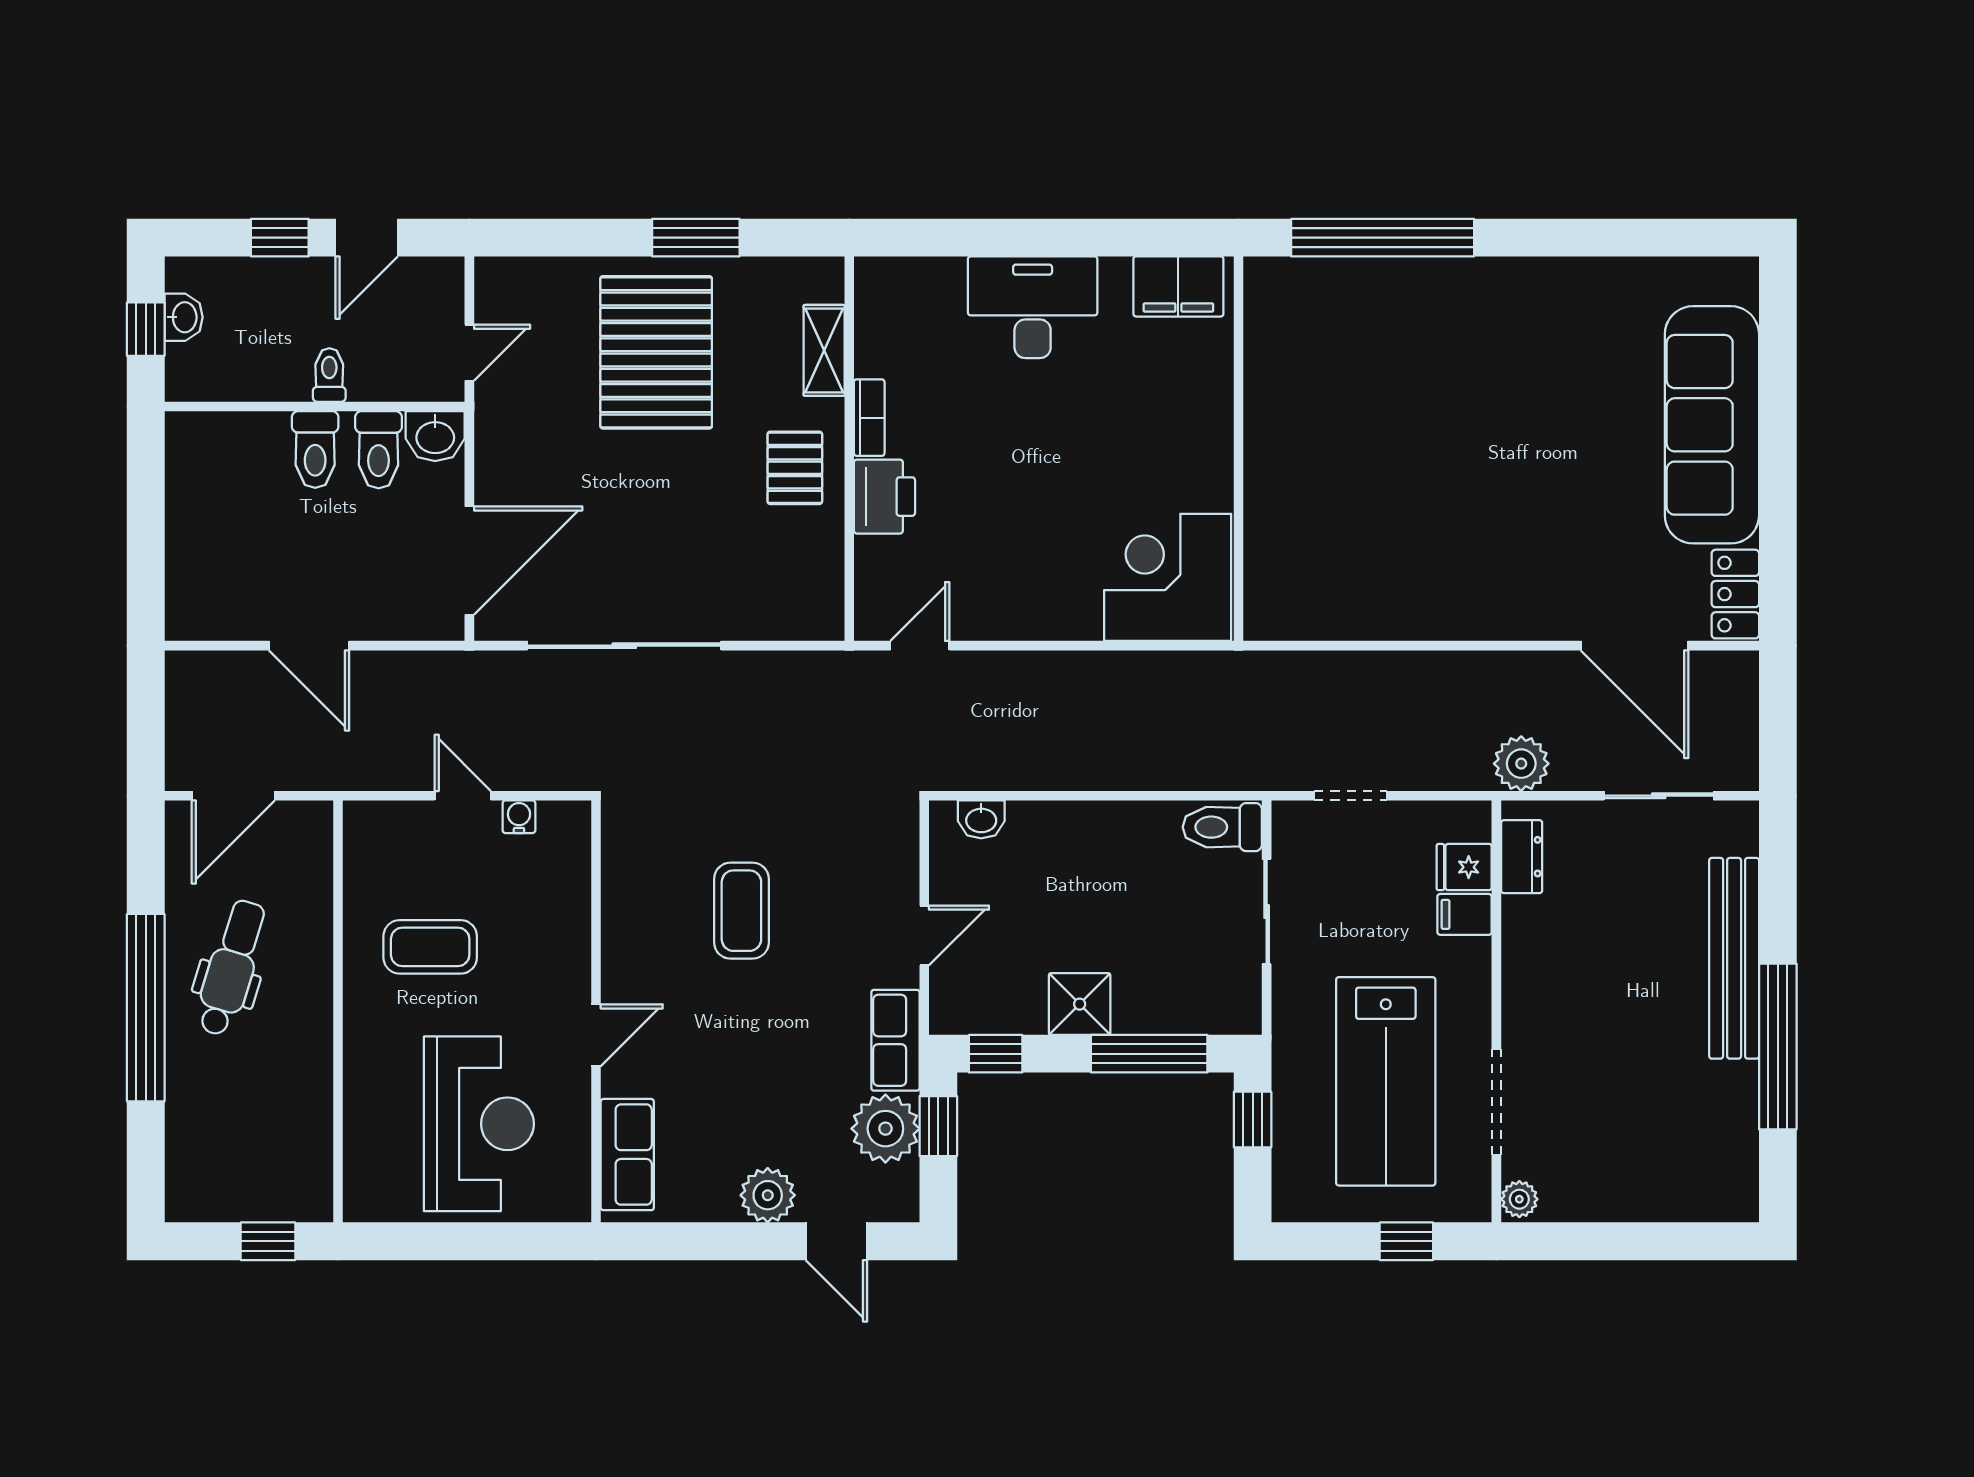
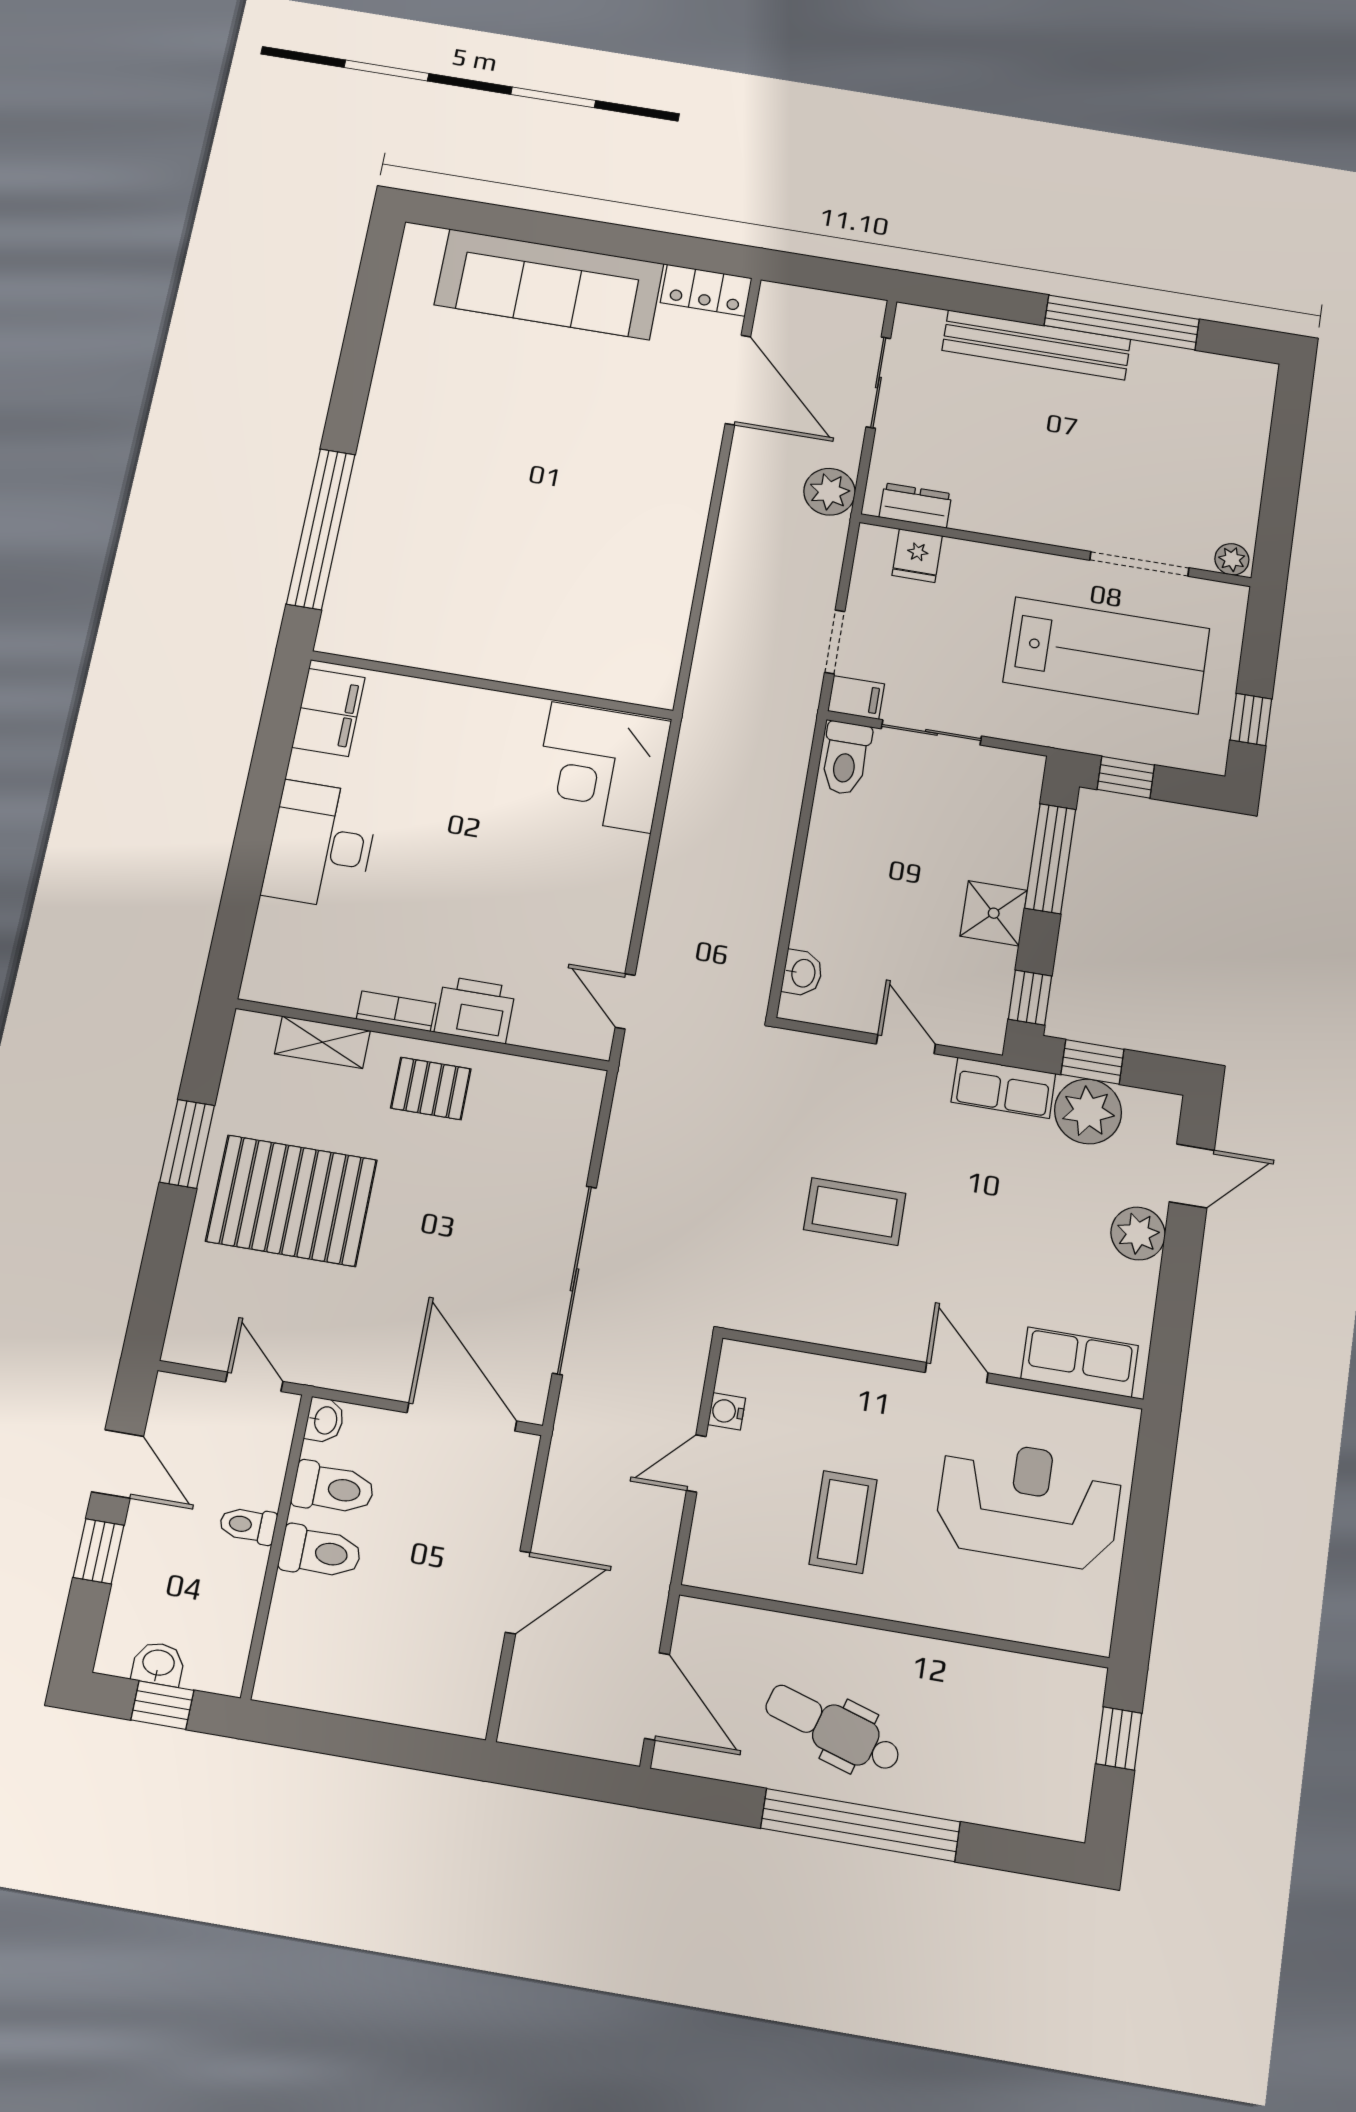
washbasin: (435, 436) -> (325, 1420), width x0.72, depth x0.69
door: (1635, 646) -> (738, 380), hinge flipped
filing cabinet: (1465, 914) -> (856, 698), moved, turned -90
window: (1406, 1241) -> (1251, 720), moved

